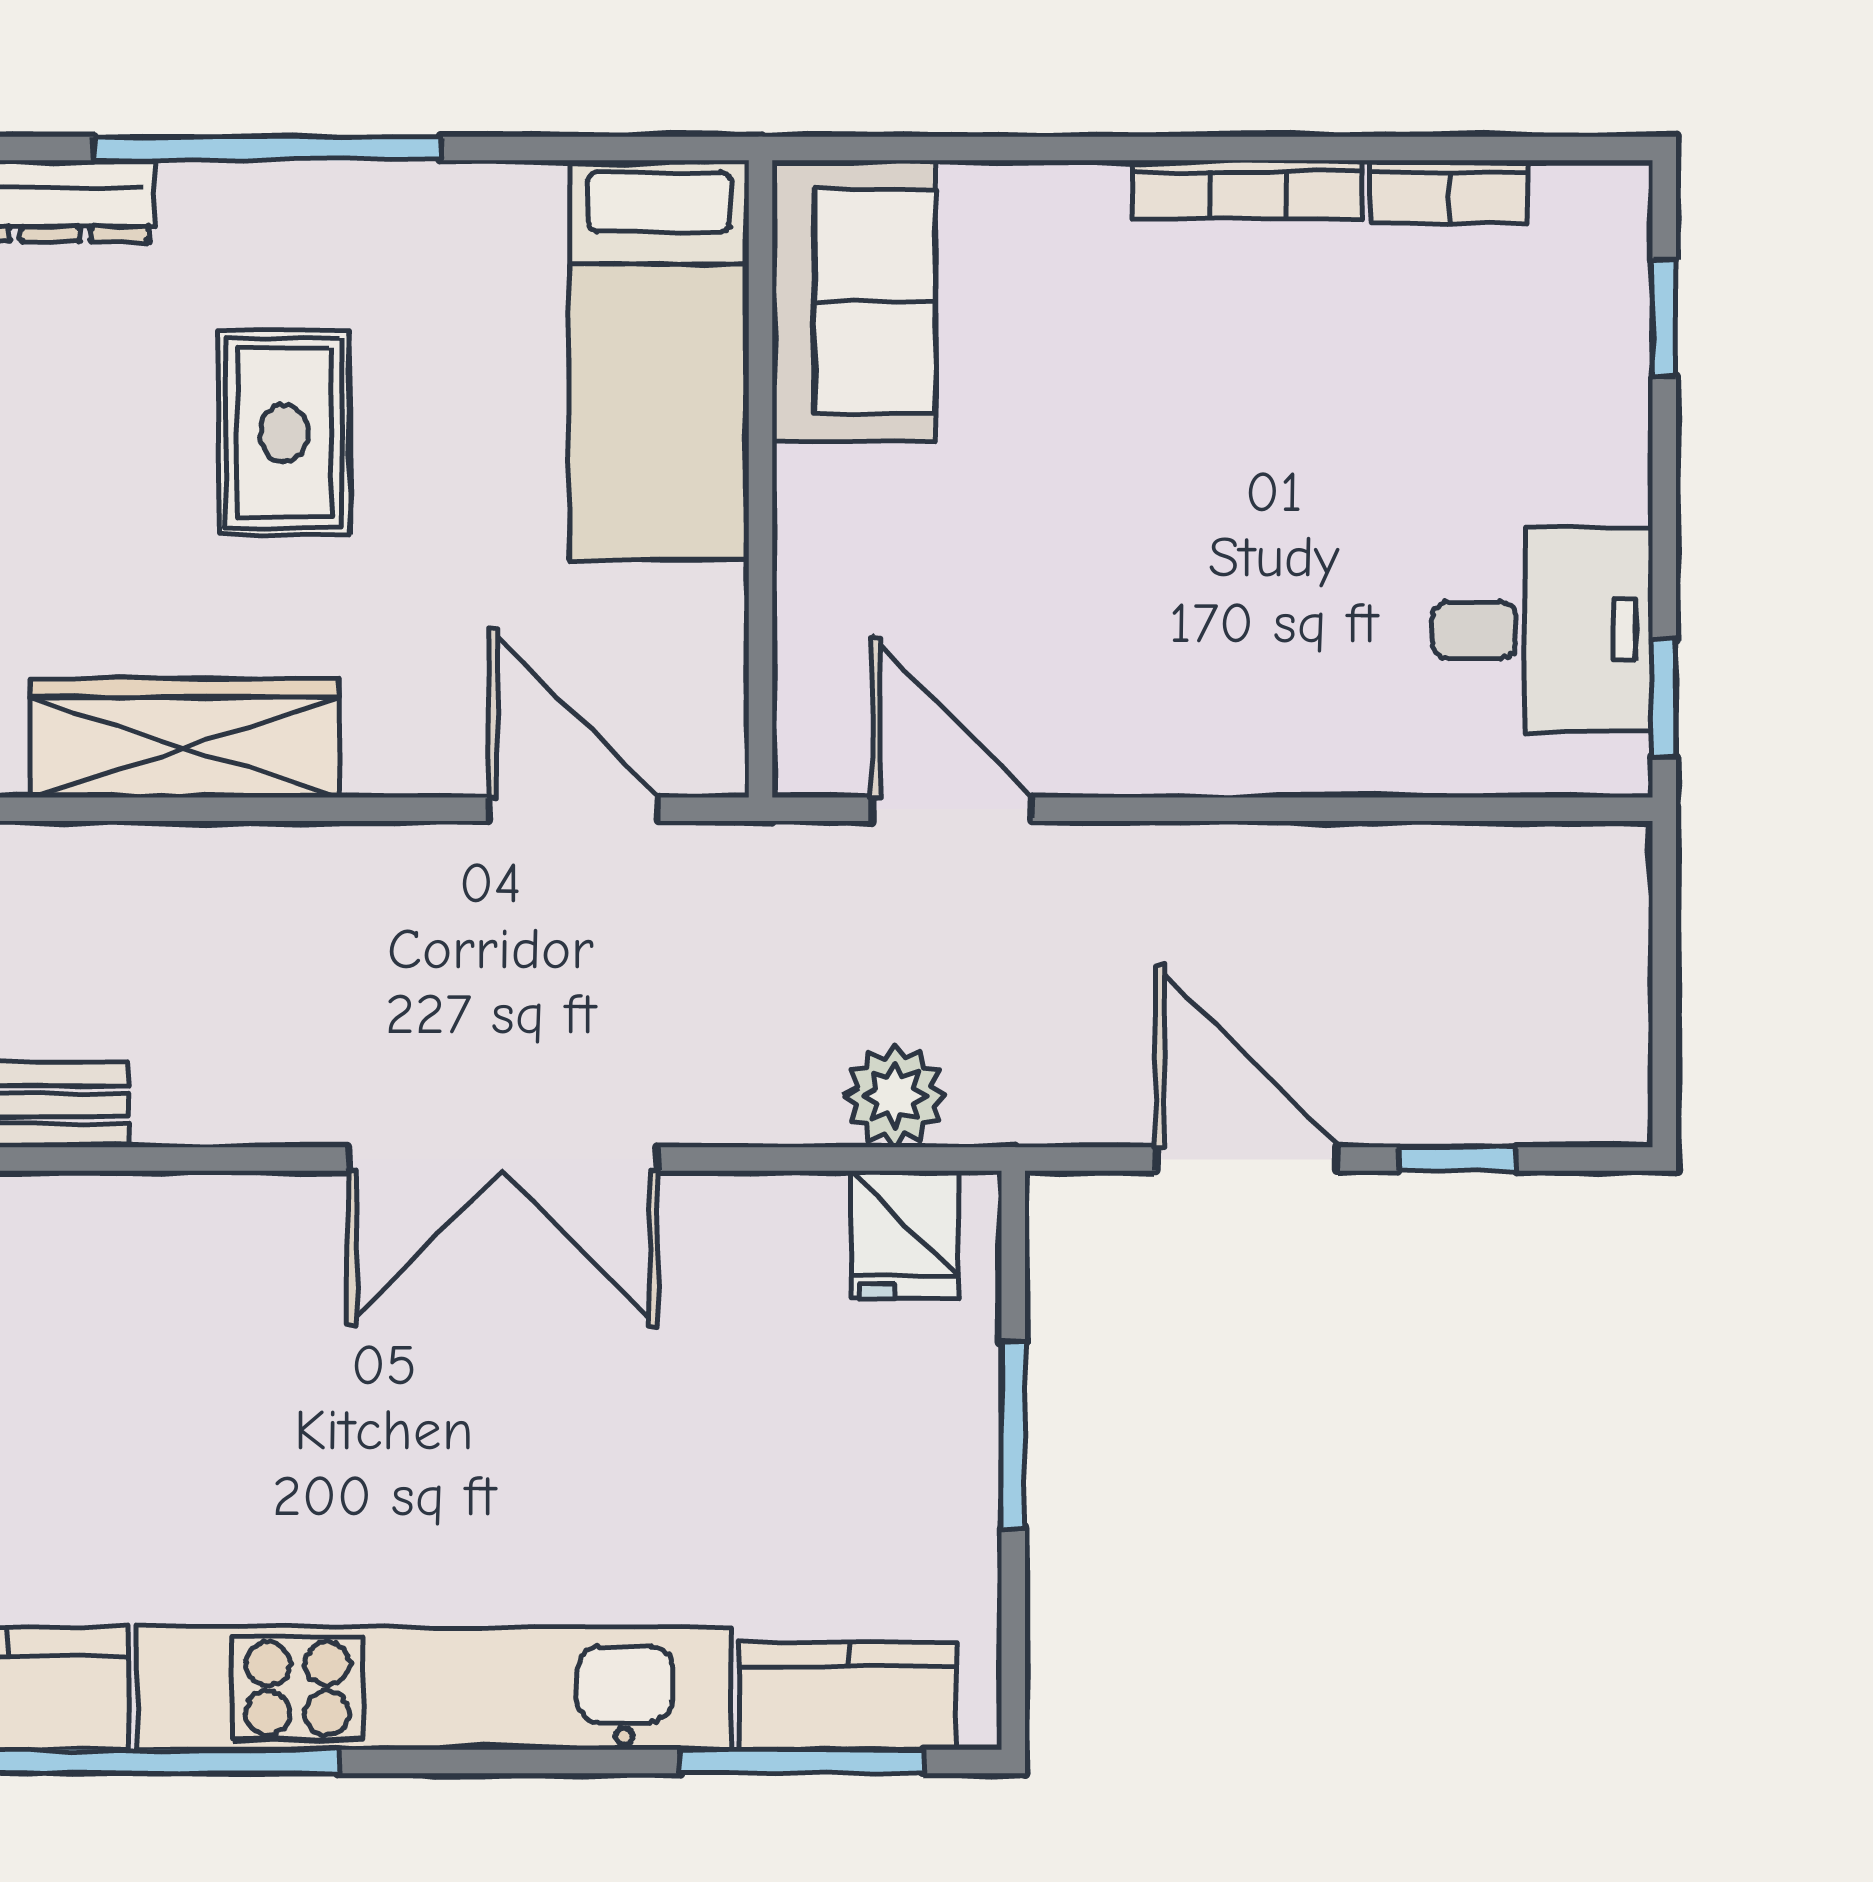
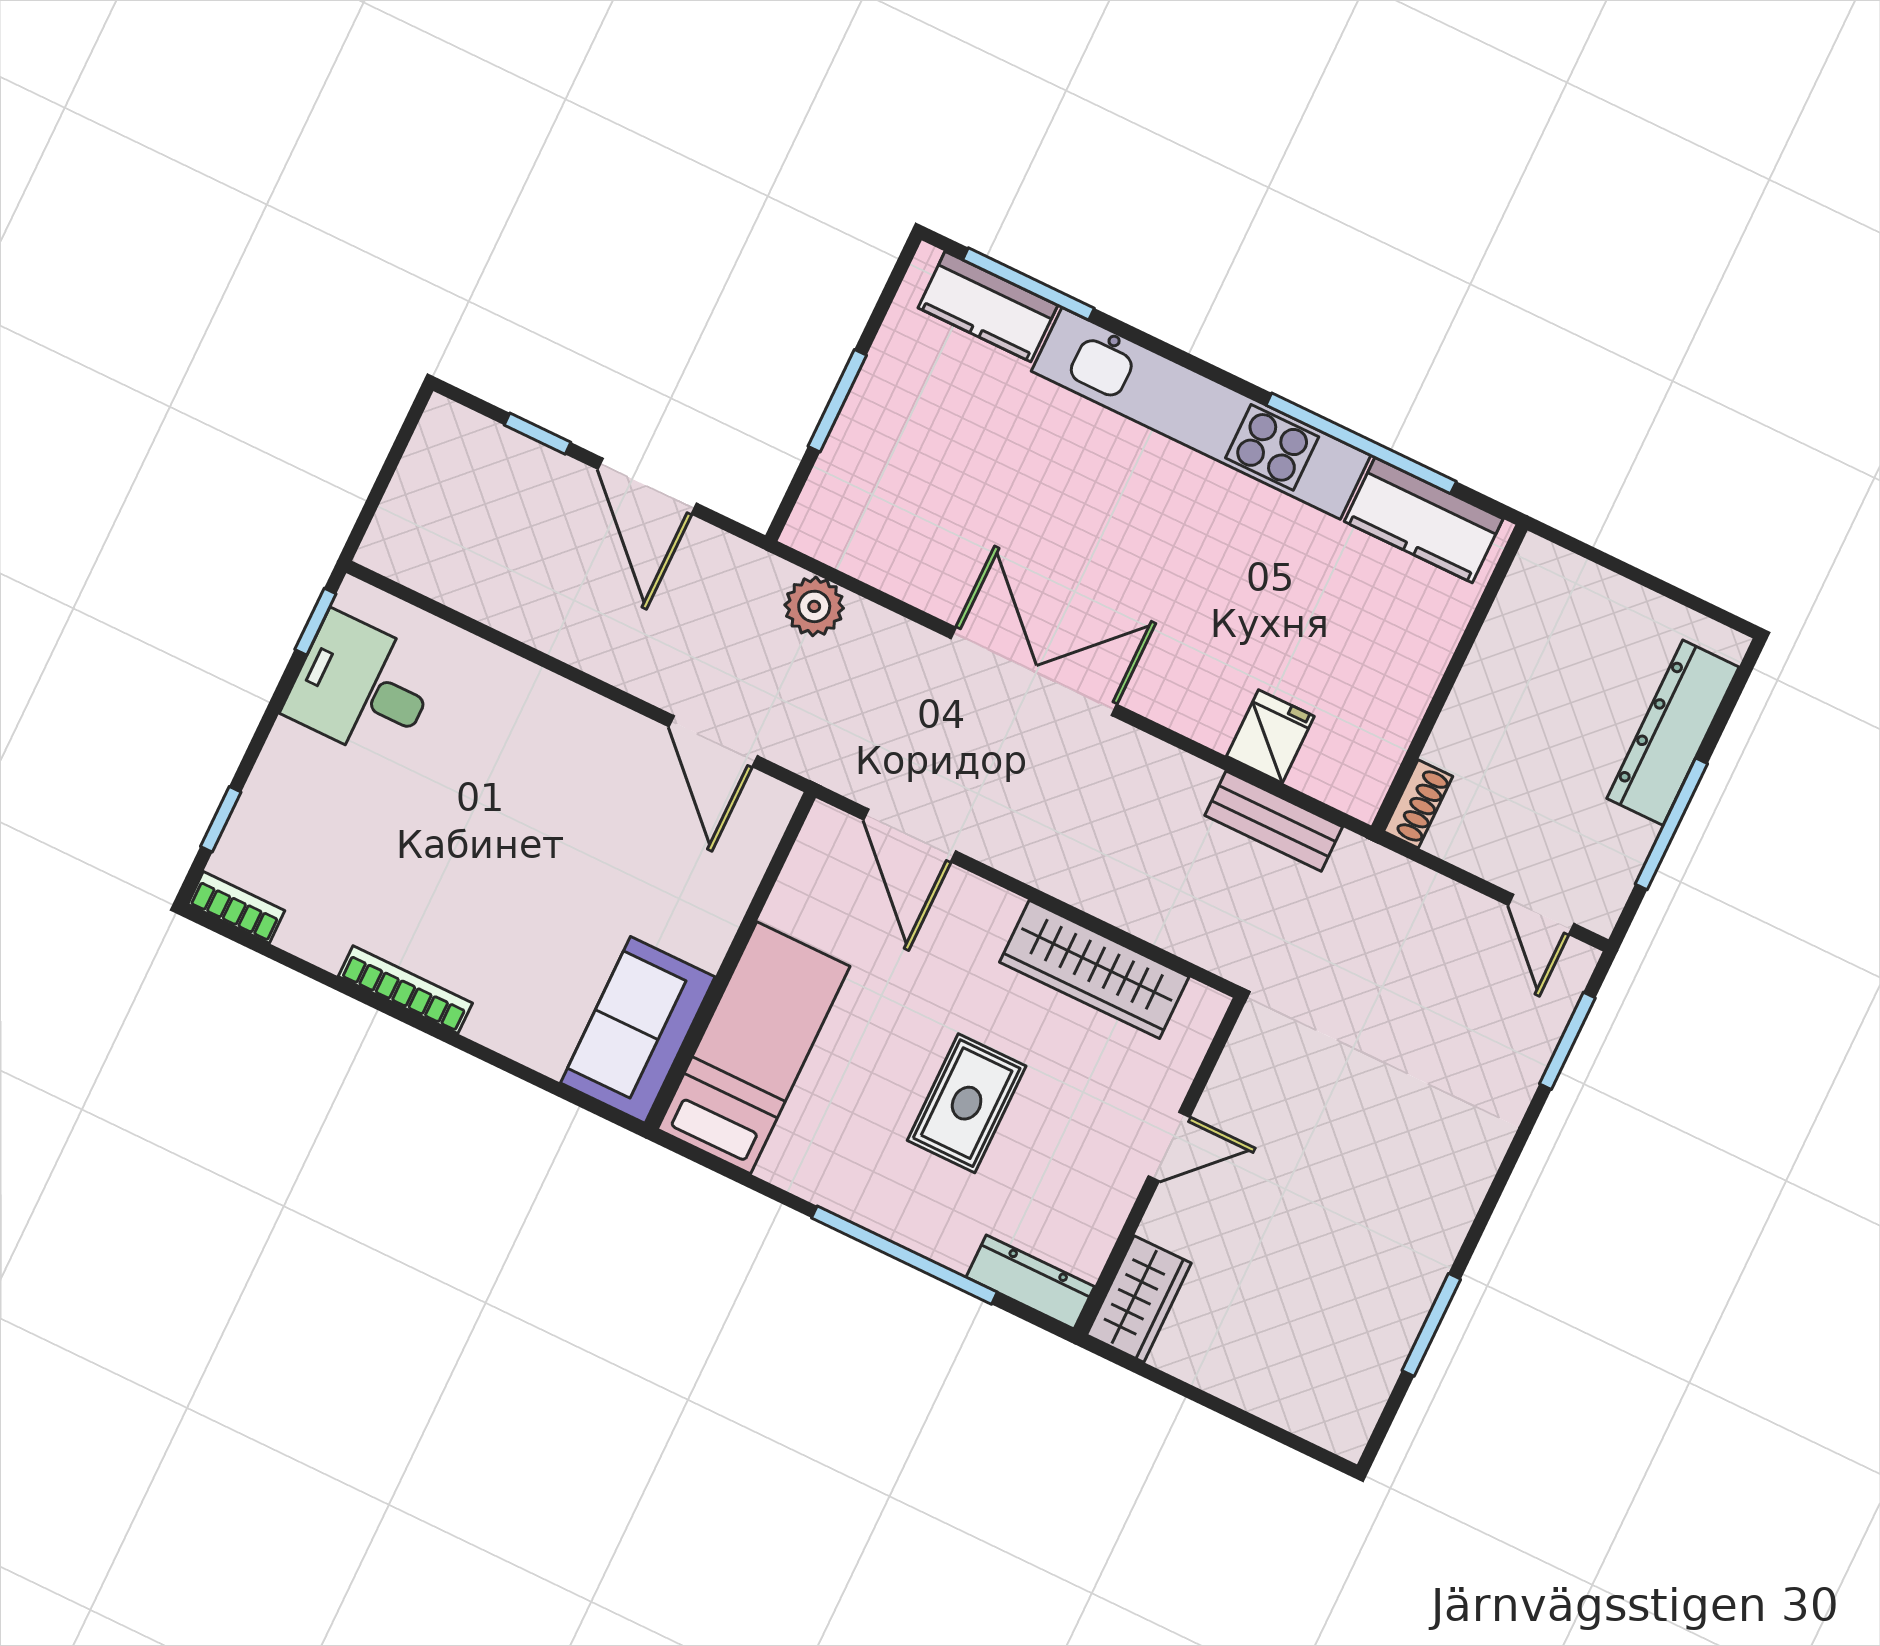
bookcase: (1449, 192) -> (236, 907), moved
fridge: (905, 1235) -> (1270, 736), moved

